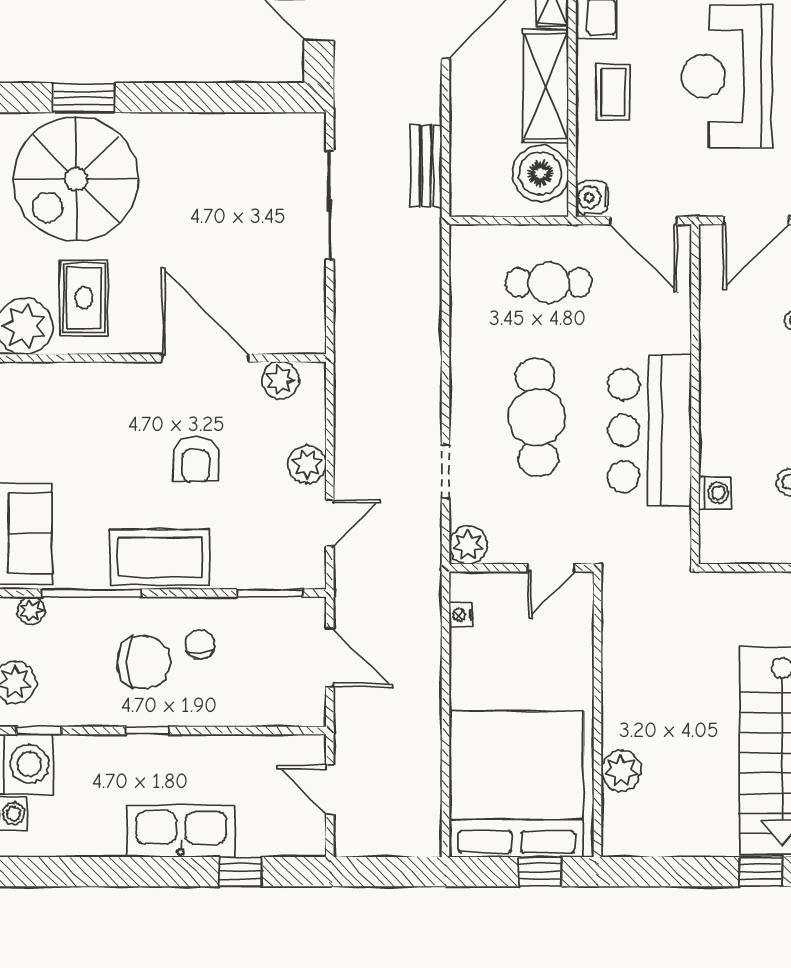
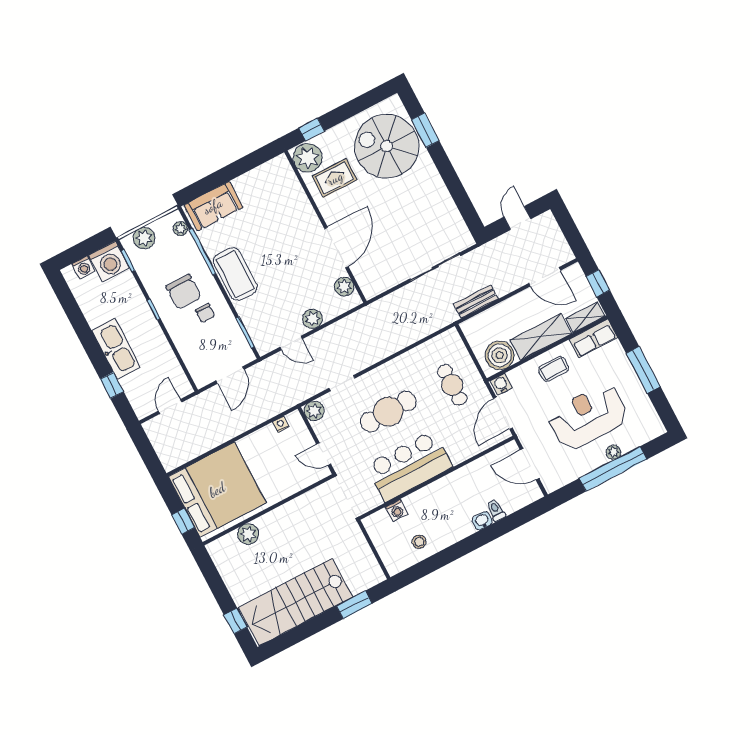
armchair: (196, 459) -> (288, 267), removed
chair: (200, 644) -> (205, 313), turned 90

